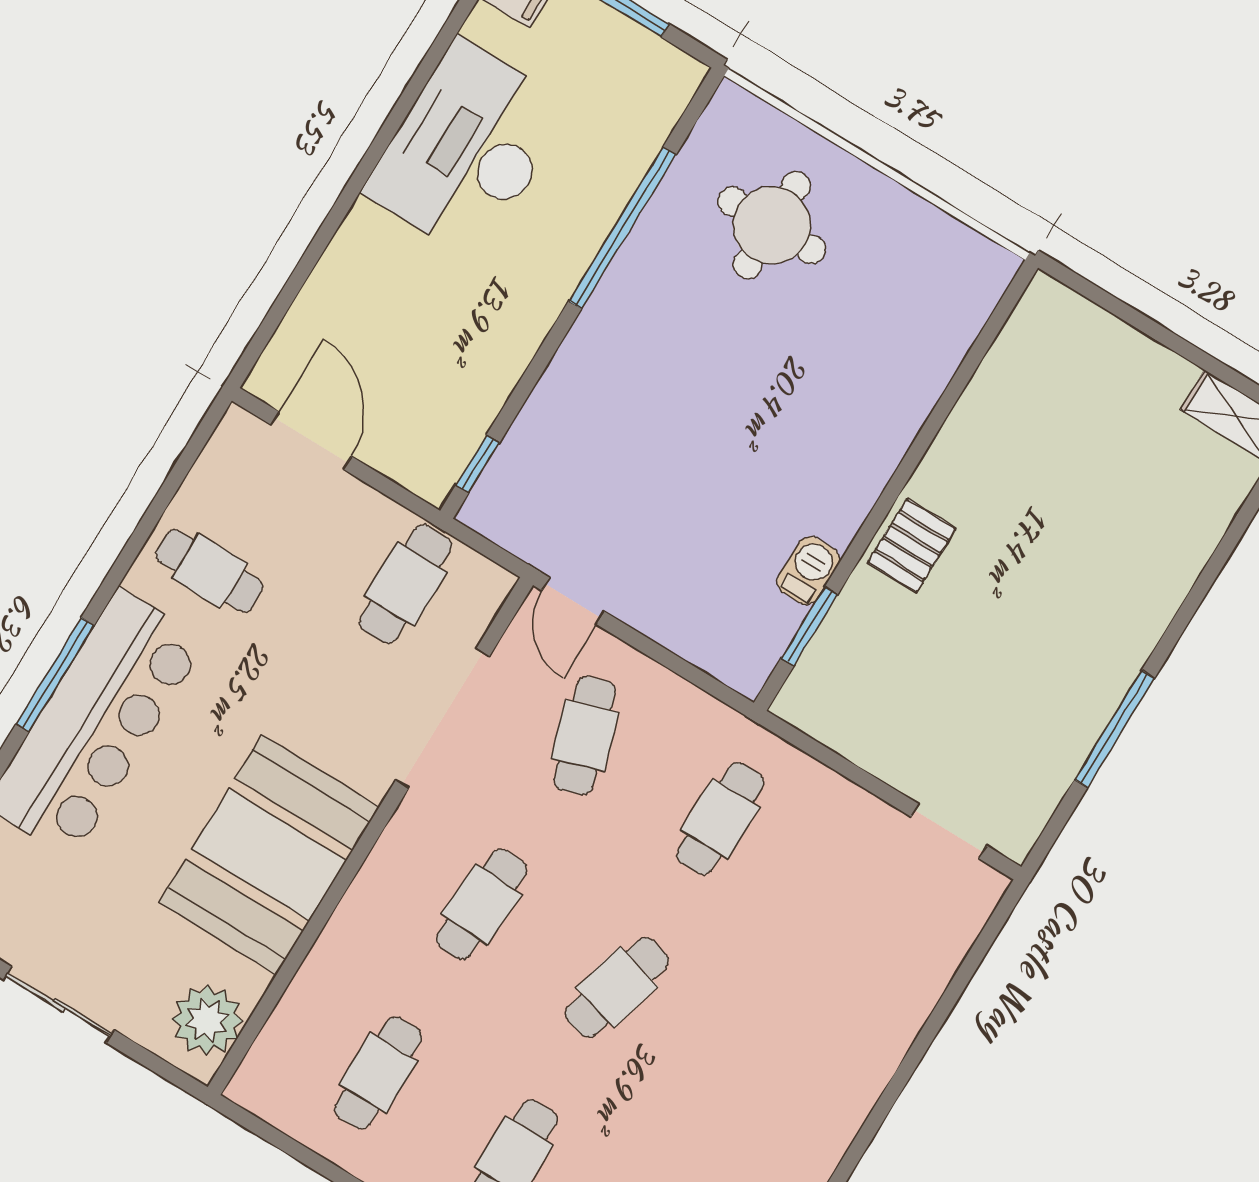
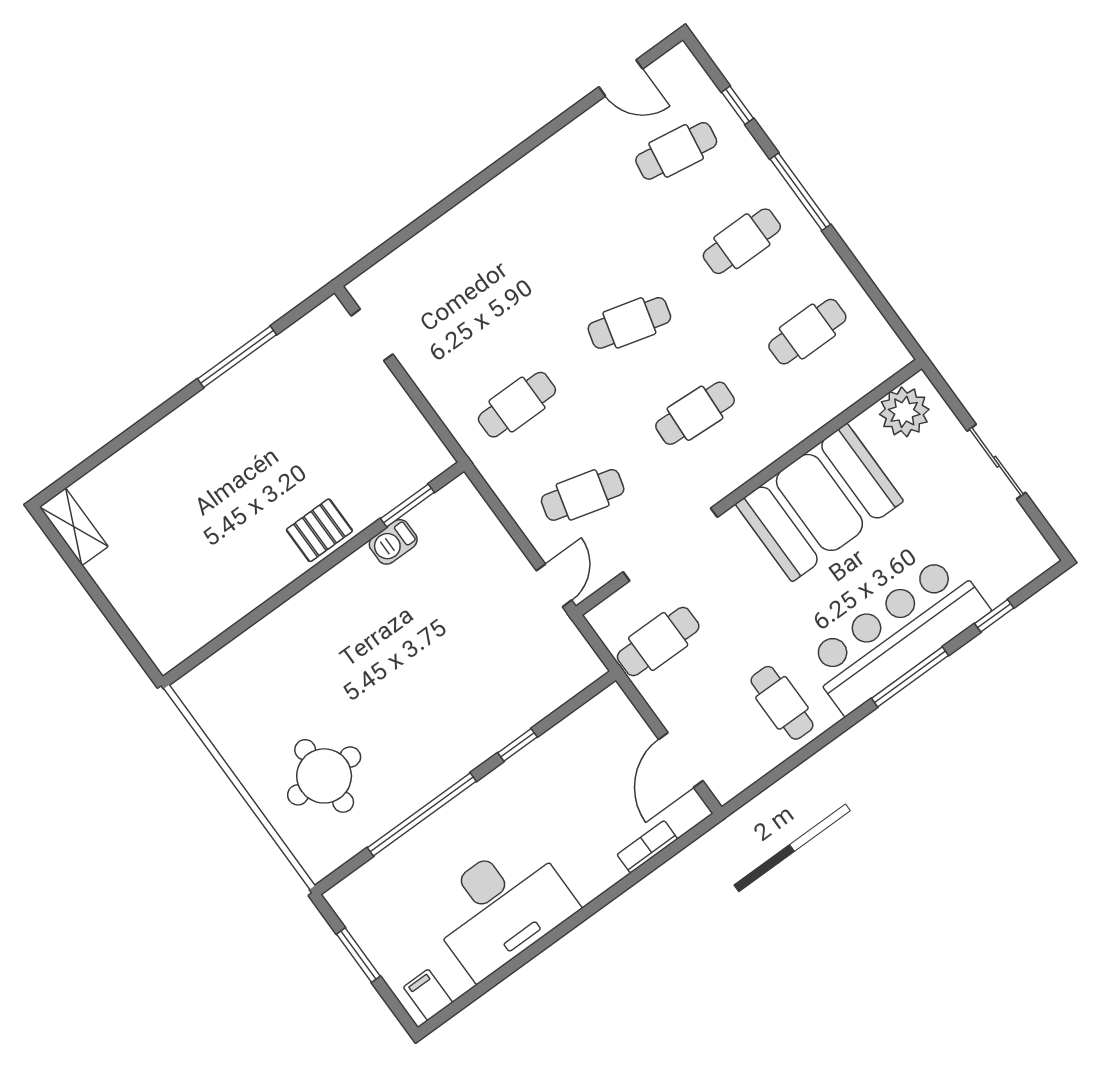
bookcase: (308, 308) -> (647, 847), added
window: (478, 464) -> (518, 745), moved
cafe table: (585, 736) -> (583, 495), turned 33

